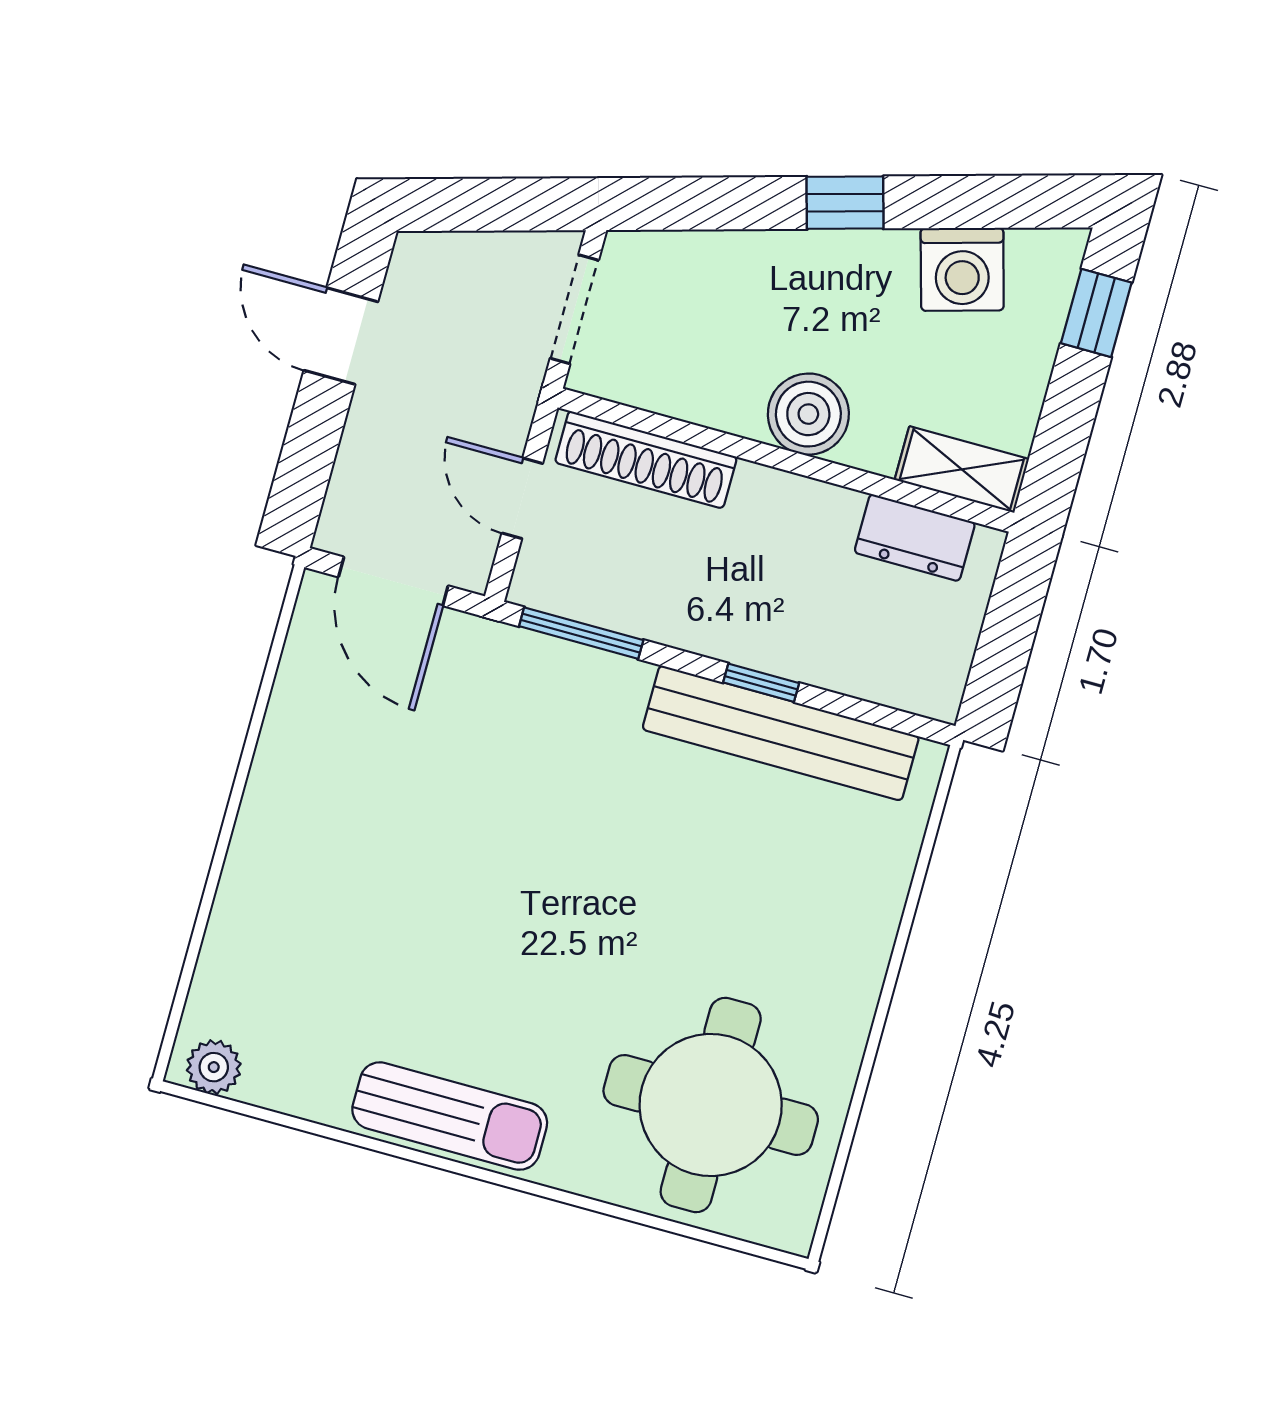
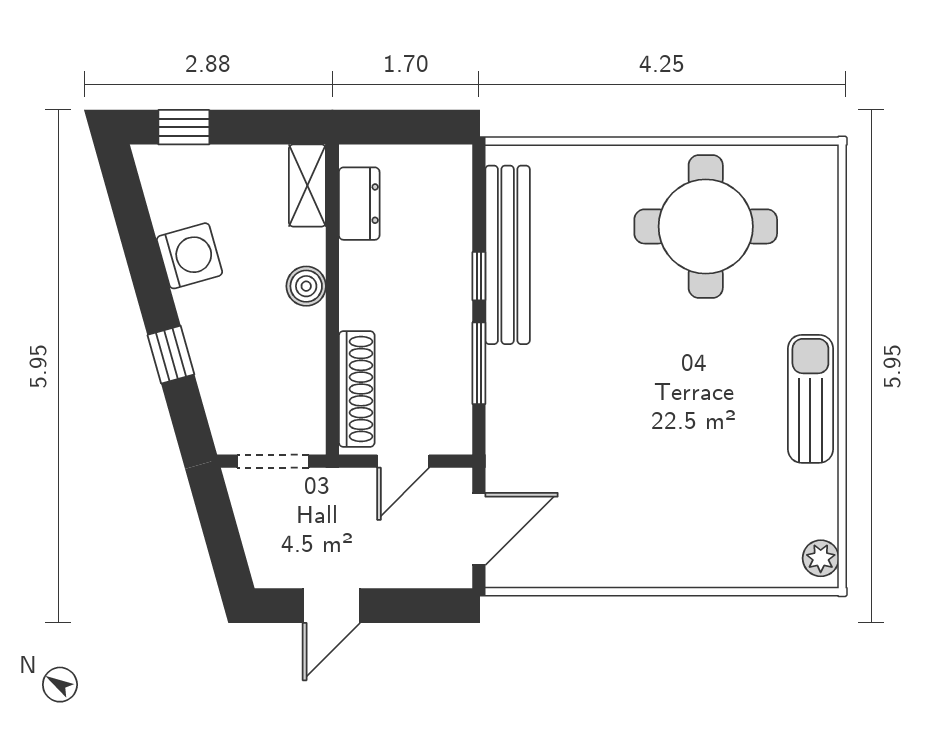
window: (845, 203) -> (171, 355), moved
washing machine: (962, 269) -> (189, 256), moved
boiler: (808, 414) -> (306, 286), width x0.73, depth x0.73
window: (581, 633) -> (479, 363), moved
round table: (711, 1105) -> (706, 226), moved

